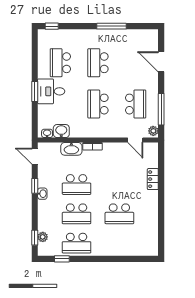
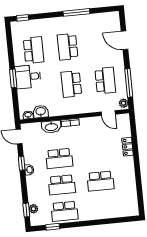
school desk: (60, 63) -> (34, 50), turned 180

